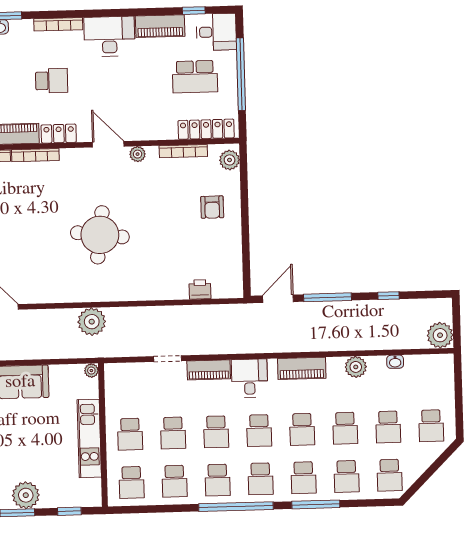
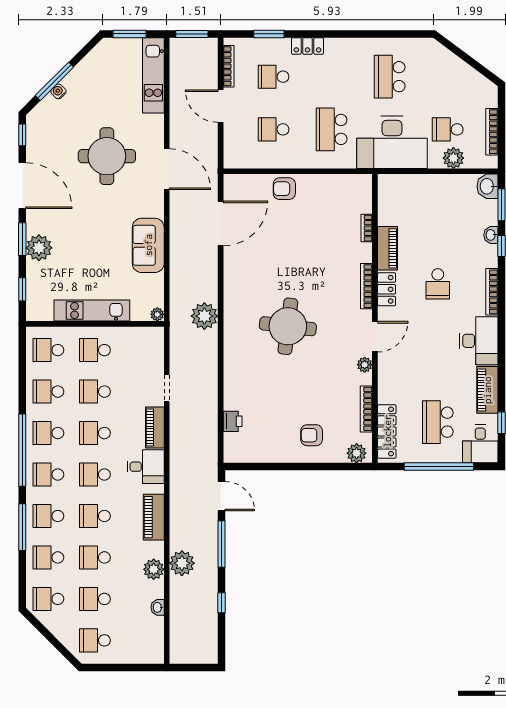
bookcase: (35, 155) -> (366, 286), moved
plant: (440, 335) -> (182, 563), moved

